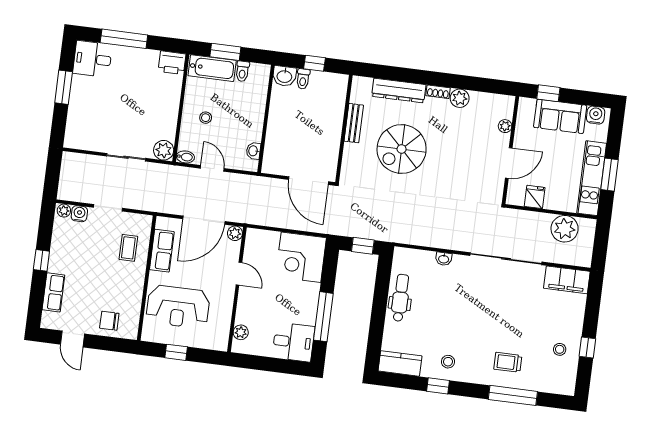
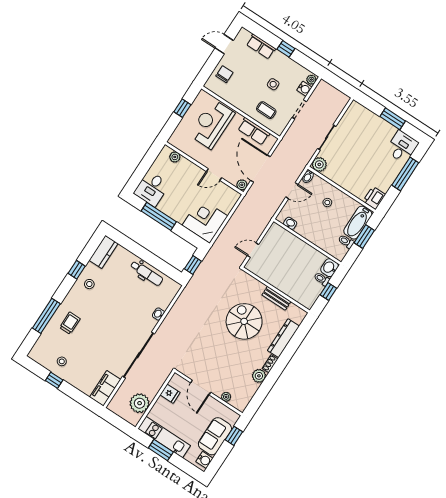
door: (308, 181) -> (253, 250), width x0.53
side table: (92, 255) -> (273, 84), added

